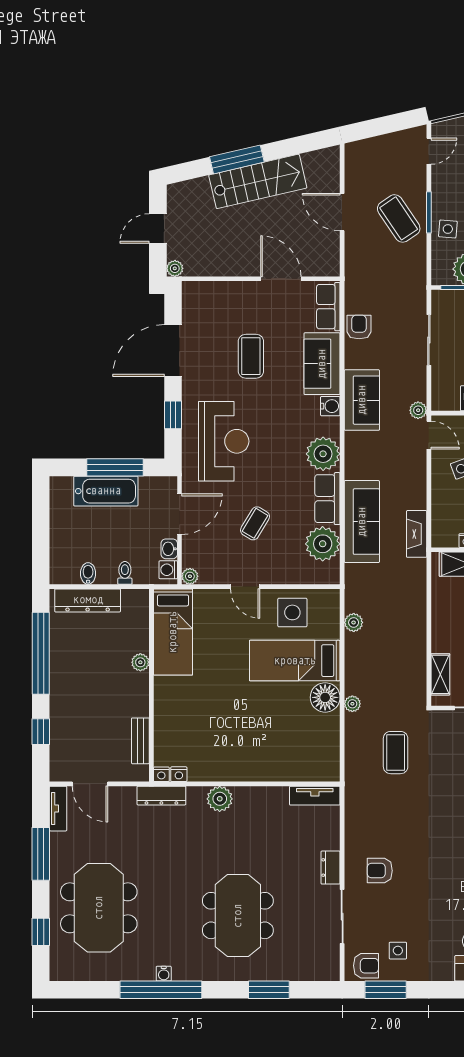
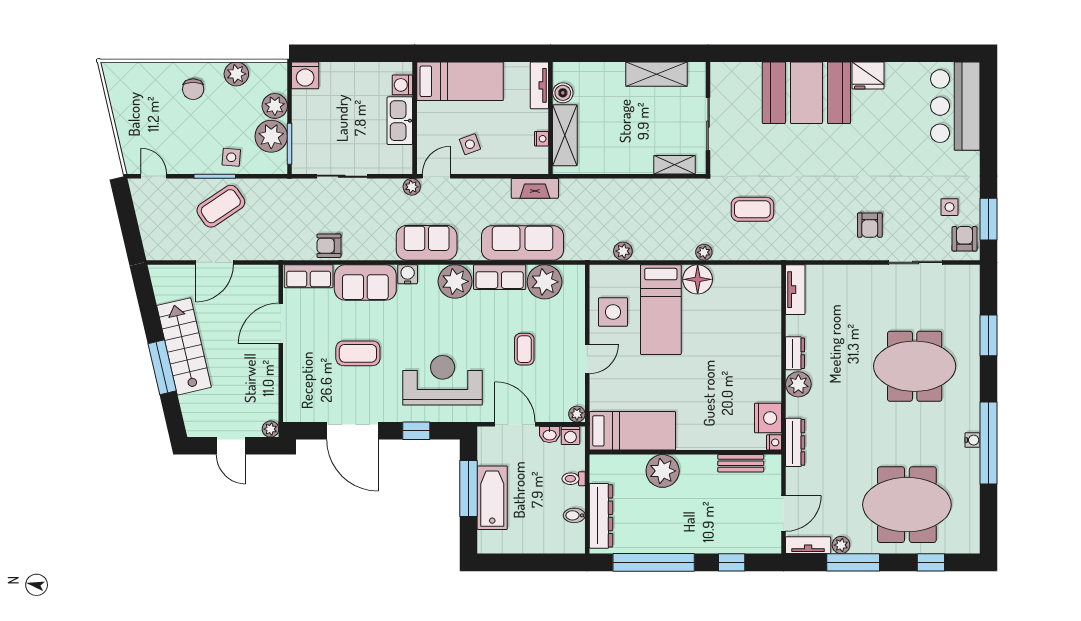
sofa: (362, 400) -> (427, 243), moved
coffee table: (255, 523) -> (524, 349), turned 59
plant: (140, 662) -> (663, 471), width x1.88, depth x1.88
nightstand: (179, 774) -> (768, 418), width x1.89, depth x1.79
plant: (58, 842) -> (841, 545), added
dresser: (331, 868) -> (795, 353), moved, turned -90

